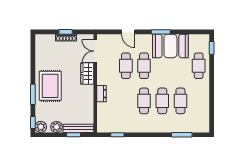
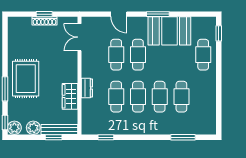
wardrobe: (87, 73) -> (70, 96), moved
cafe table: (126, 101) -> (116, 97), added

